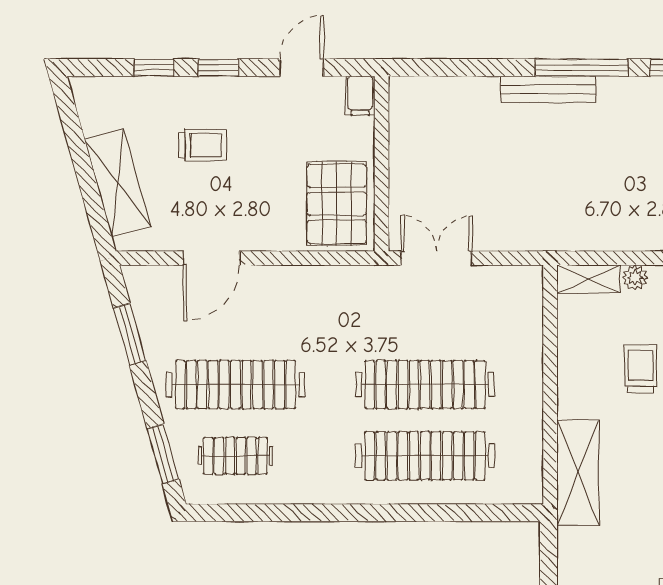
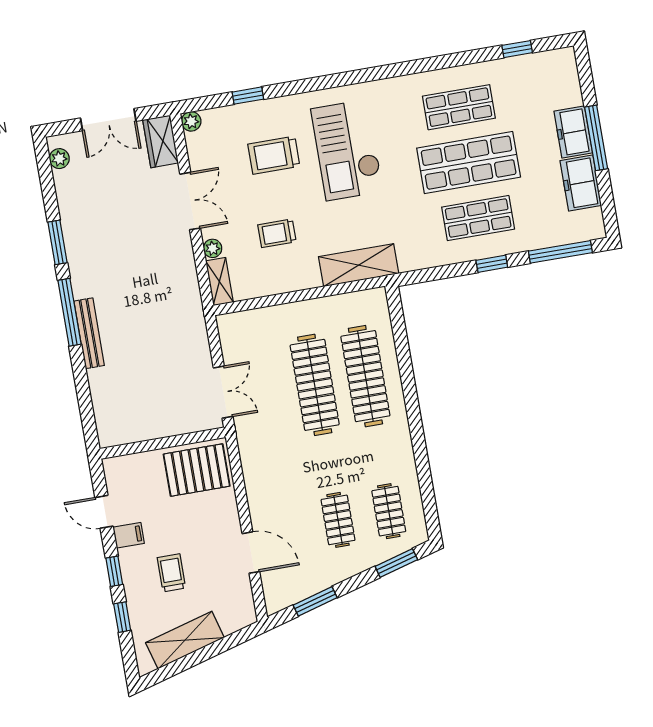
filing cabinet: (360, 96) -> (129, 535), moved
shelving: (118, 183) -> (185, 640), moved
double door: (437, 258) -> (223, 392), swing flipped
clothes rail: (235, 385) -> (338, 520), width x0.54, depth x0.76

